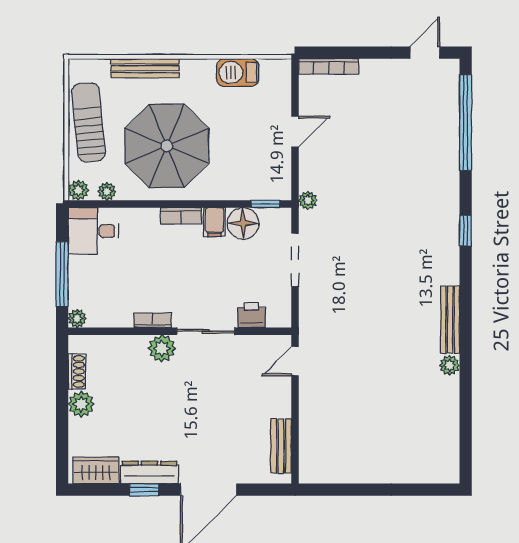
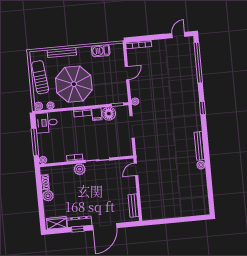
printer: (252, 315) -> (116, 152), removed

